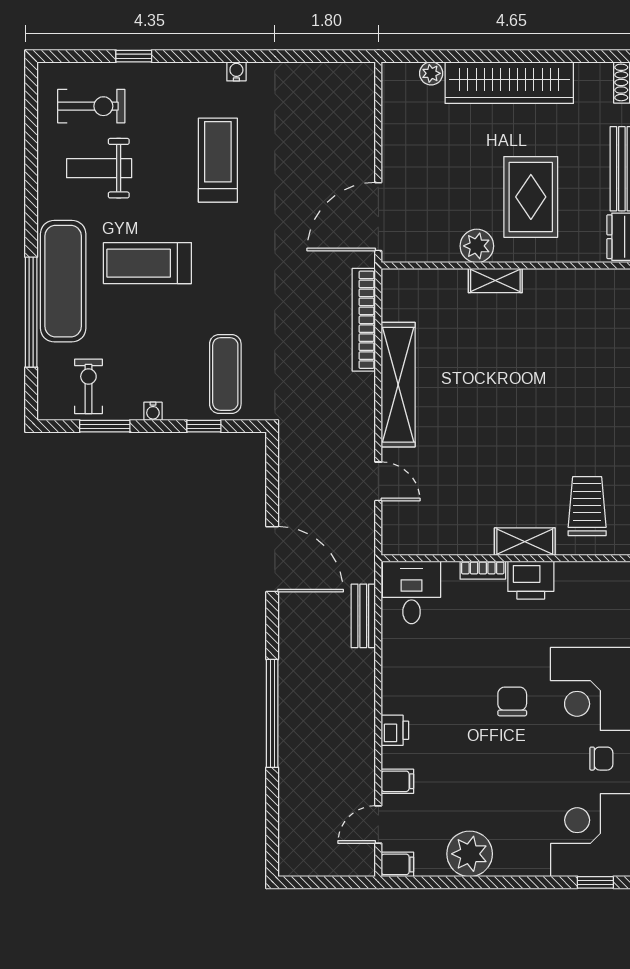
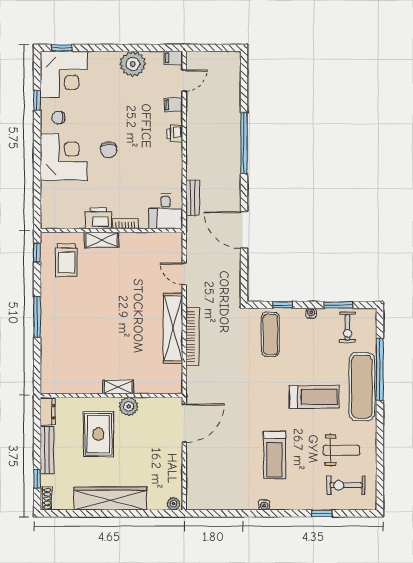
plant: (431, 73) -> (174, 504), moved
bookcase: (364, 320) -> (192, 337), moved

